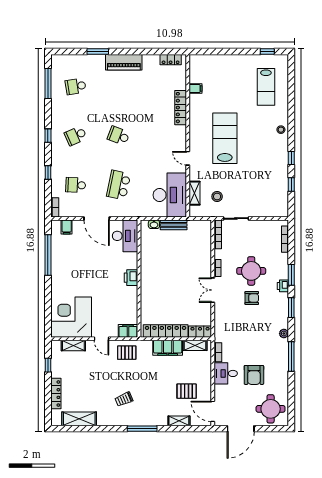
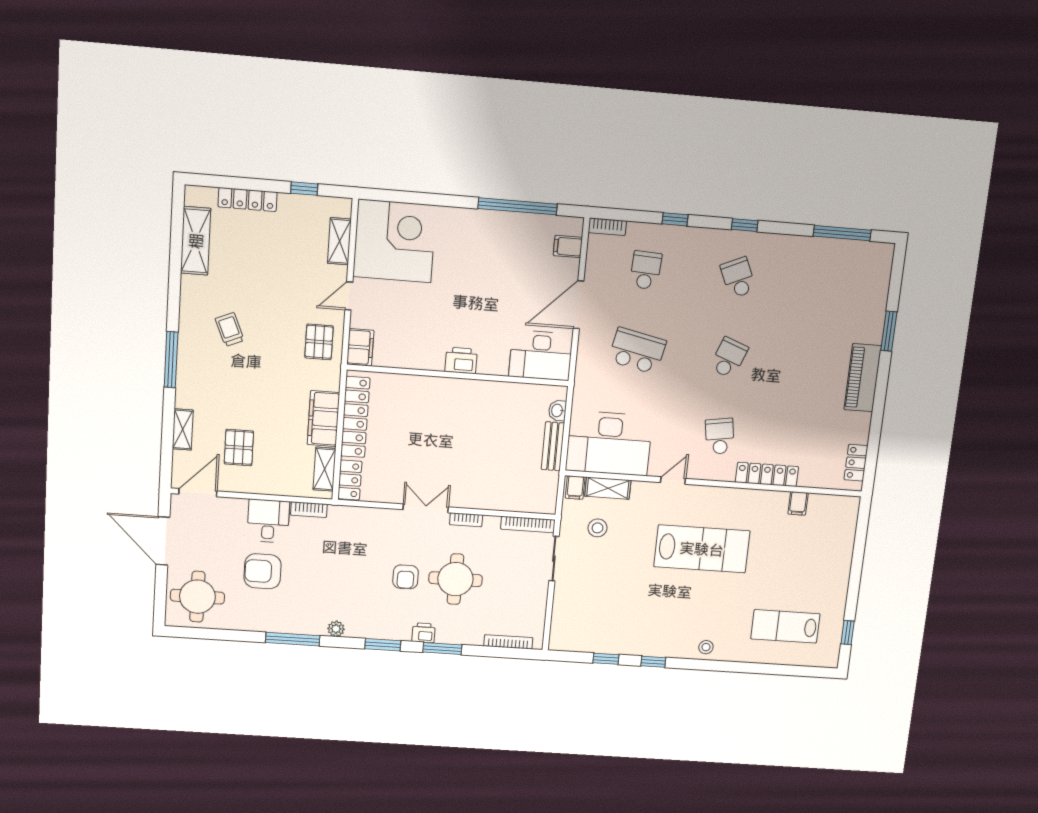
school desk: (76, 86) -> (720, 436), moved
filing cabinet: (195, 211) -> (575, 488), added

